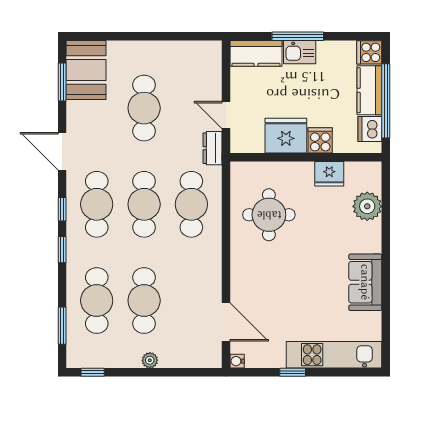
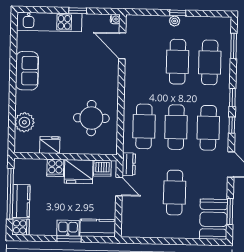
window: (298, 36) -> (69, 239), width x0.69
dishwasher: (370, 129) -> (102, 168), moved, turned 90
window: (93, 372) -> (178, 13), moved

